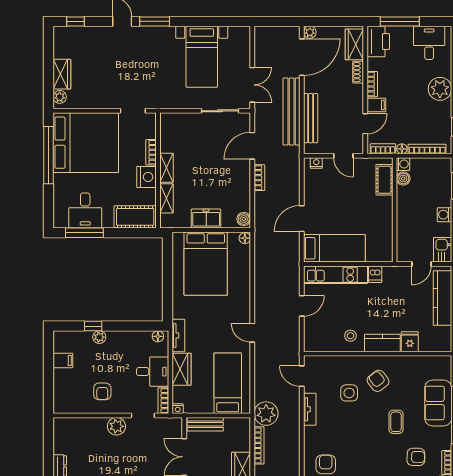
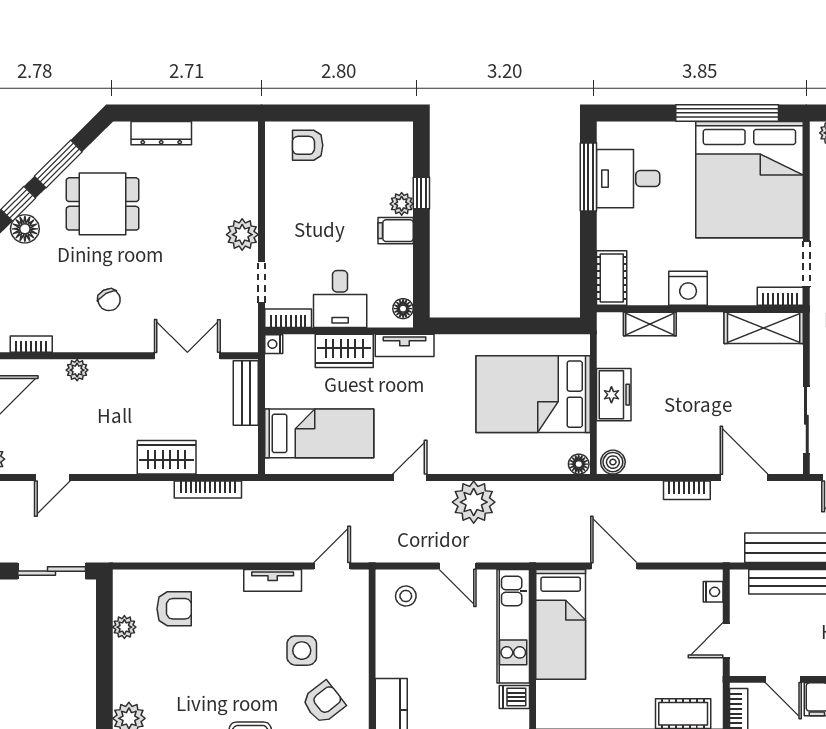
bookcase: (151, 152) -> (780, 296), moved
shelving: (166, 168) -> (764, 328), moved, width x1.50, depth x1.33
cot: (135, 217) -> (612, 278), width x0.73, depth x0.75
stool: (350, 336) -> (406, 596), moved
filing cabinet: (63, 361) -> (396, 231), moved, turned 90
armchair: (102, 391) -> (308, 145), moved
plant: (266, 414) -> (474, 502), moved

